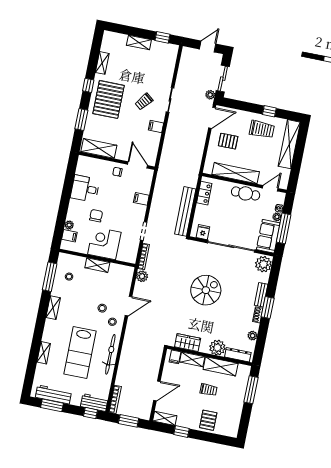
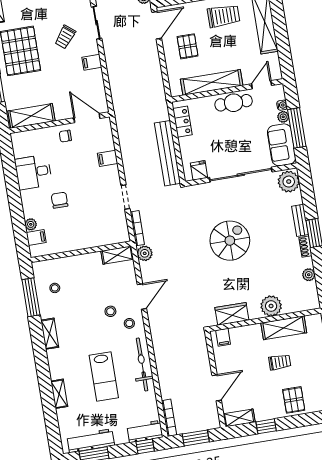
pallet: (228, 141) -> (188, 46), turned 90
corner desk: (104, 243) -> (83, 230), removed
shelving: (97, 265) -> (117, 255), moved
lab bench: (80, 353) -> (104, 376), width x0.73, depth x0.72
dresser: (238, 355) -> (300, 305), removed
shelving: (192, 359) -> (245, 332), removed

